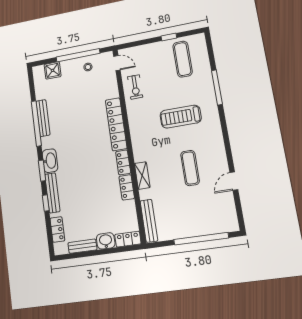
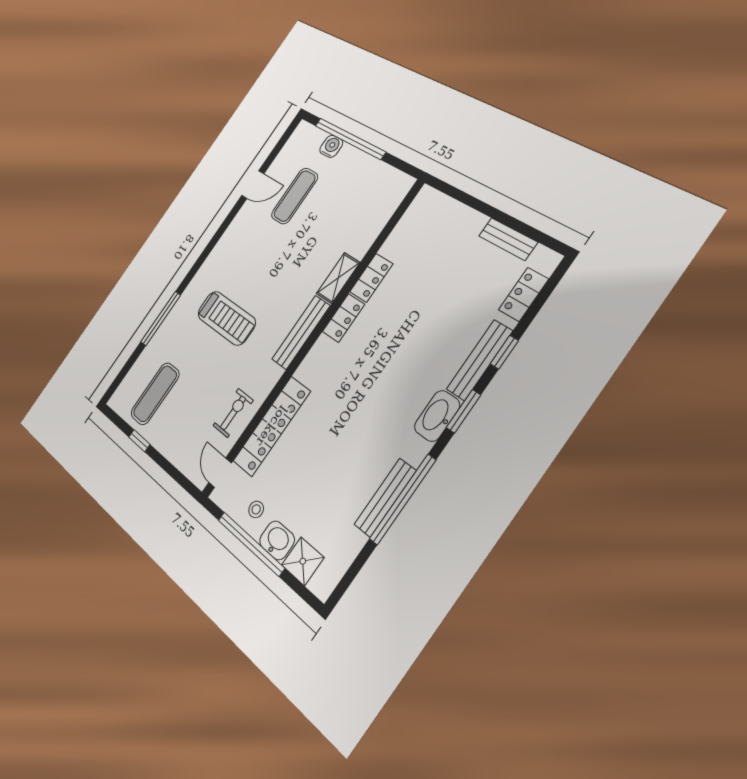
locker: (116, 124) -> (272, 426), moved
exercise mat: (190, 168) -> (295, 196), moved
bench: (149, 221) -> (301, 332), moved
water cooler: (208, 228) -> (331, 146), added
locker: (128, 239) -> (436, 202), removed
washbasin: (106, 241) -> (277, 540), moved, turned 180

